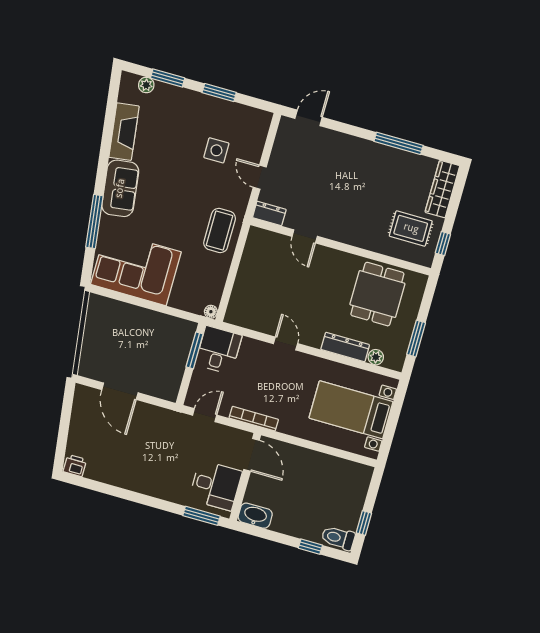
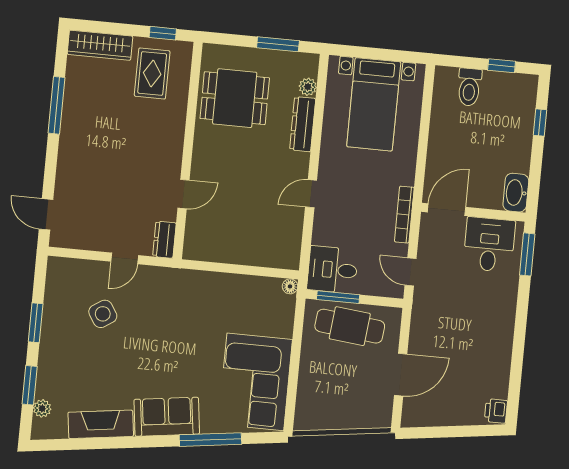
side table: (216, 150) -> (103, 314), turned -33
coffee table: (220, 230) -> (195, 293), removed
cafe table: (168, 356) -> (350, 326), added
toilet: (338, 538) -> (469, 87), moved

